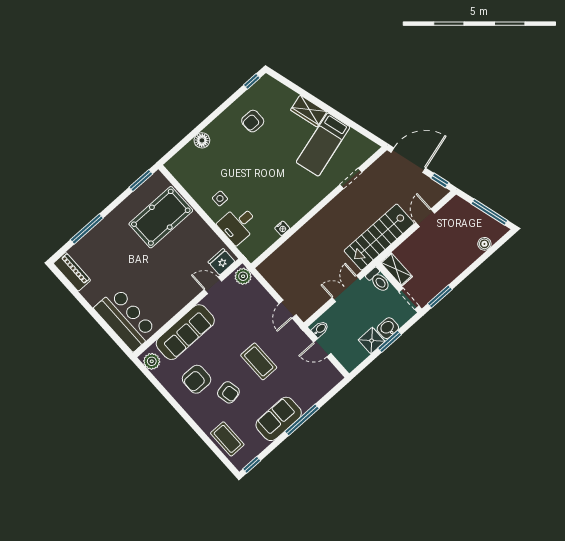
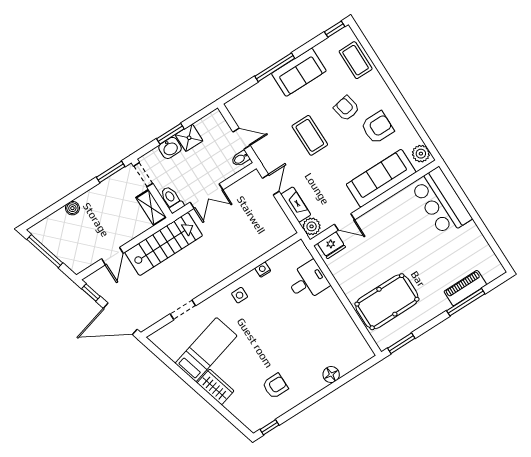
side table: (220, 198) -> (240, 295), moved
boiler: (484, 244) -> (72, 208), moved
piano: (72, 272) -> (465, 288), moved, turned 90
fireplace: (261, 294) -> (296, 205), added

